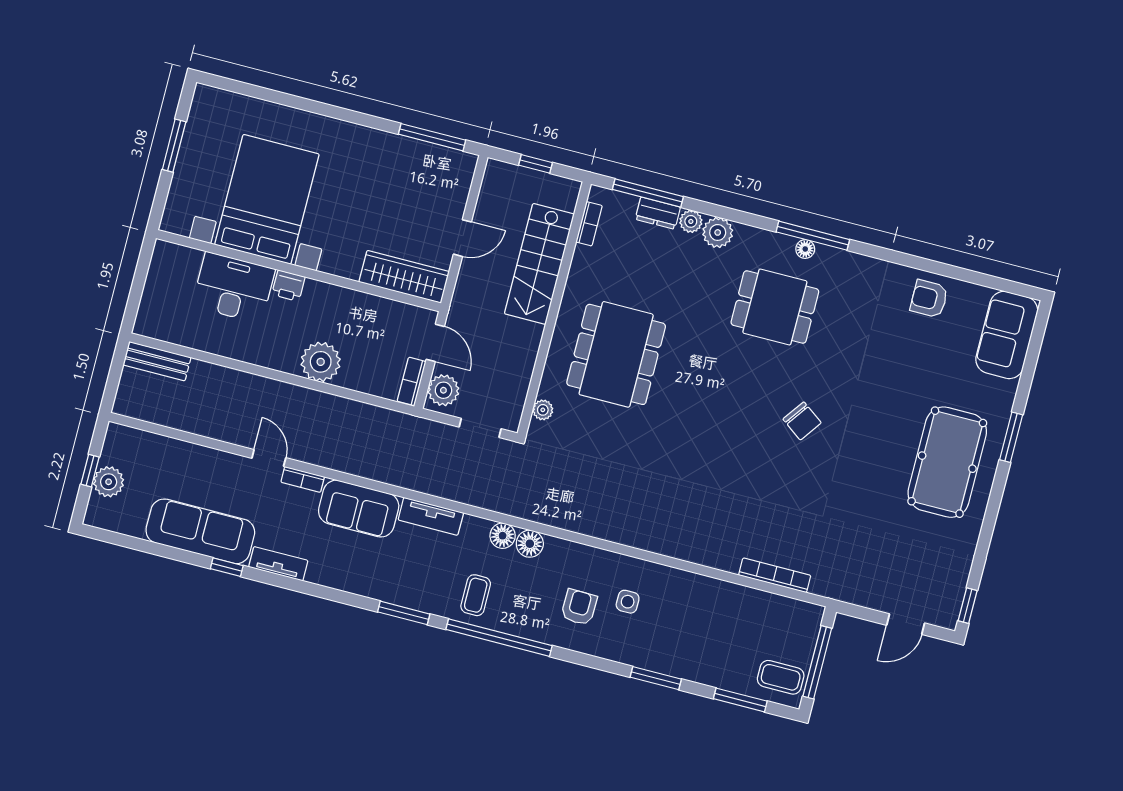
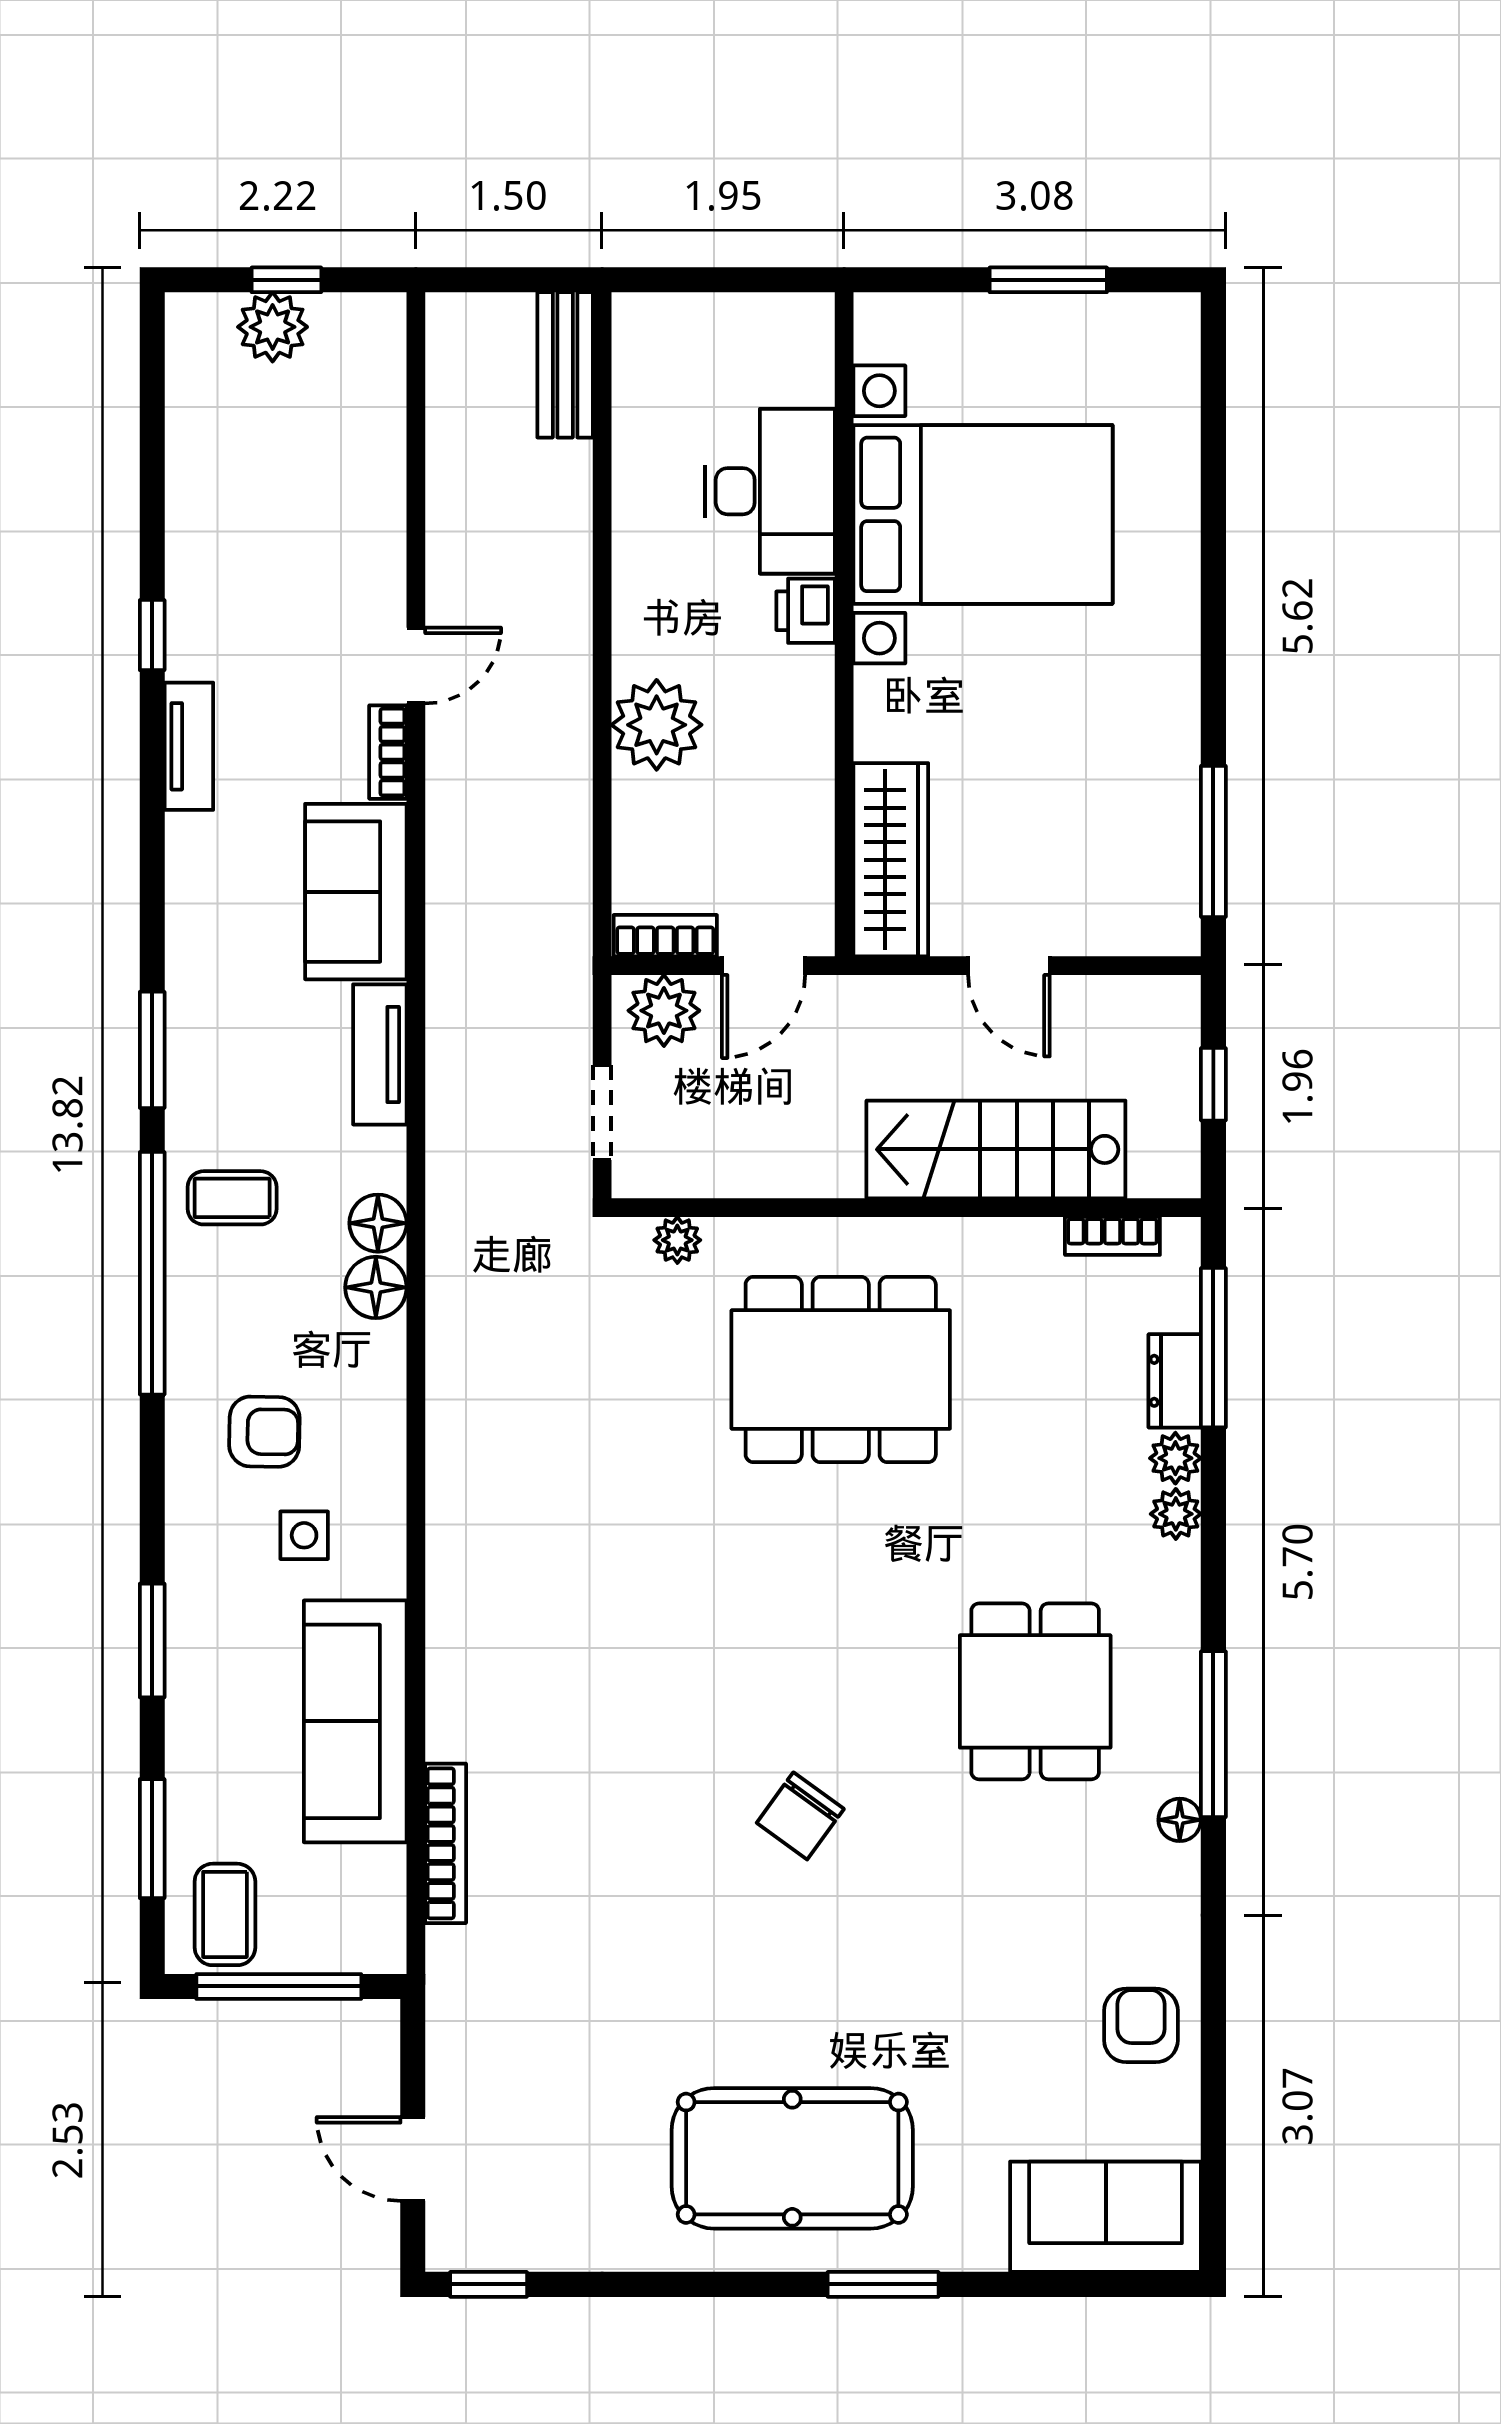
plant: (718, 232) -> (1176, 1514), width x0.73, depth x0.73
floor lamp: (805, 249) -> (1180, 1820), moved
sofa: (200, 531) -> (355, 1721), moved, turned 180

